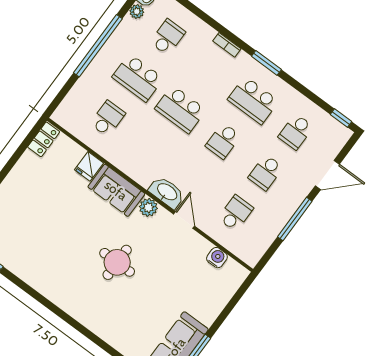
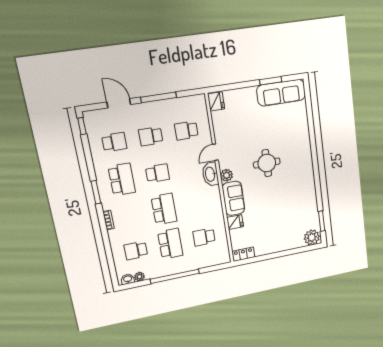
school desk: (266, 172) -> (151, 136), turned 180
water cooler: (217, 258) -> (217, 117), removed
fridge: (234, 272) -> (216, 101), added

